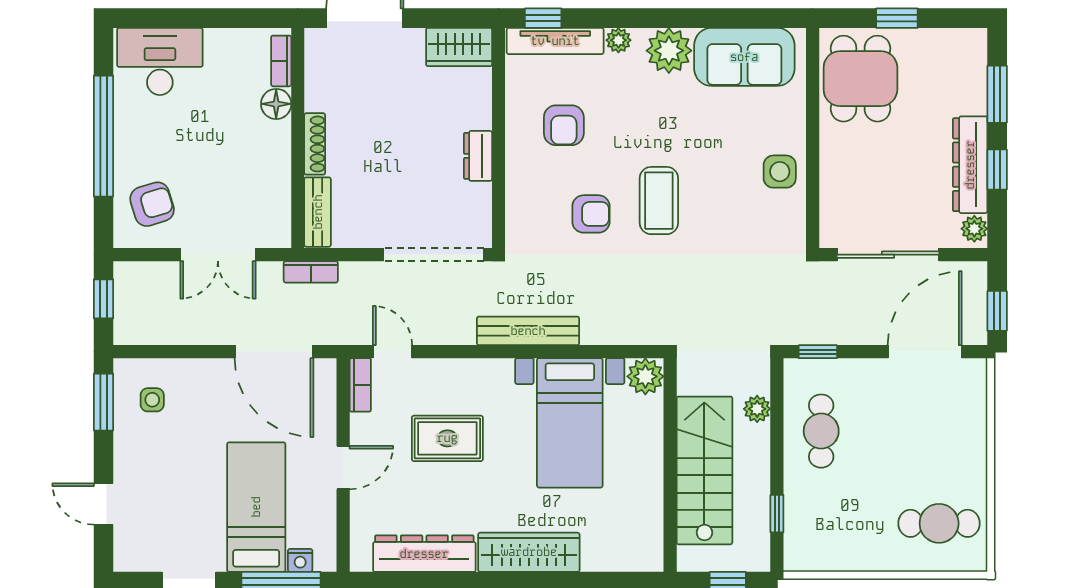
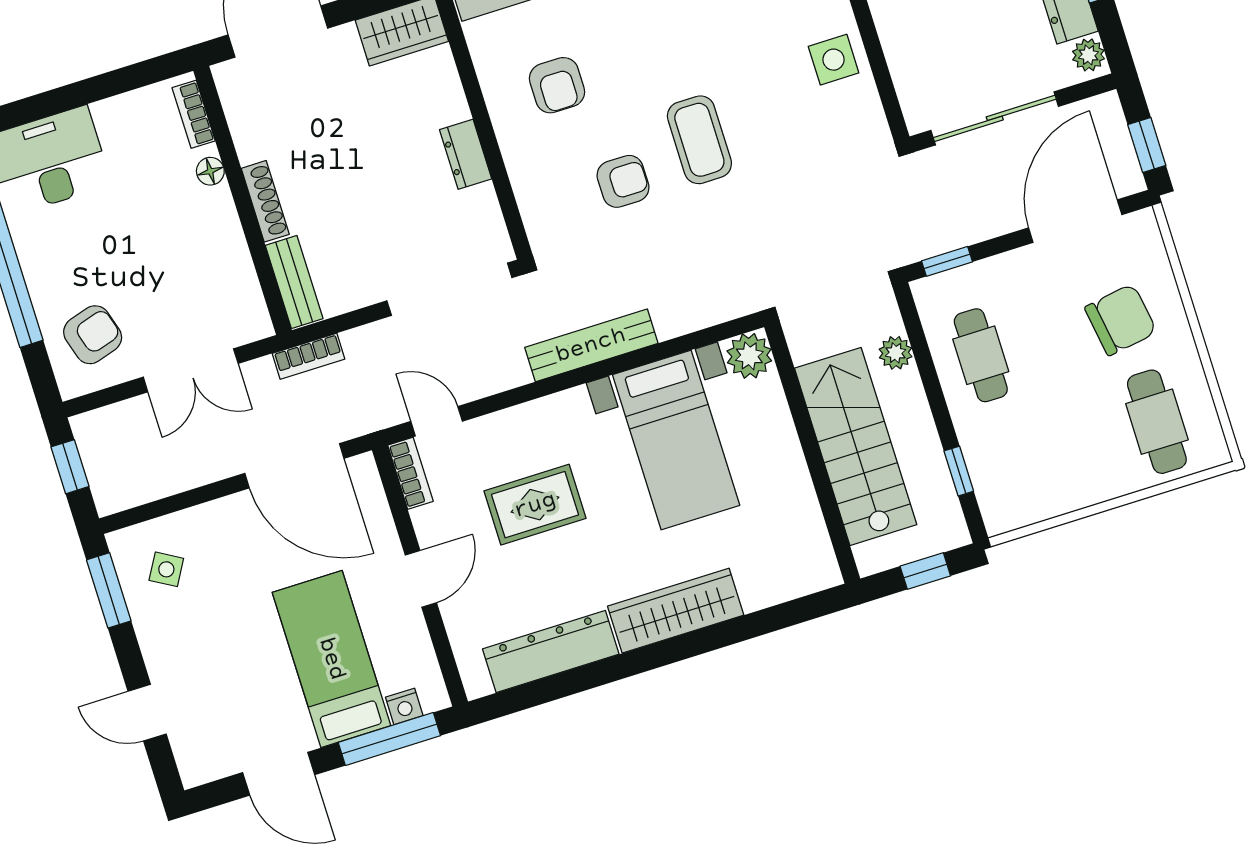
floor lamp: (276, 104) -> (210, 171), width x0.73, depth x0.73
side table: (152, 400) -> (166, 569), turned 30
chair: (936, 437) -> (1121, 320), added
cafe table: (939, 523) -> (1157, 422), turned 90

